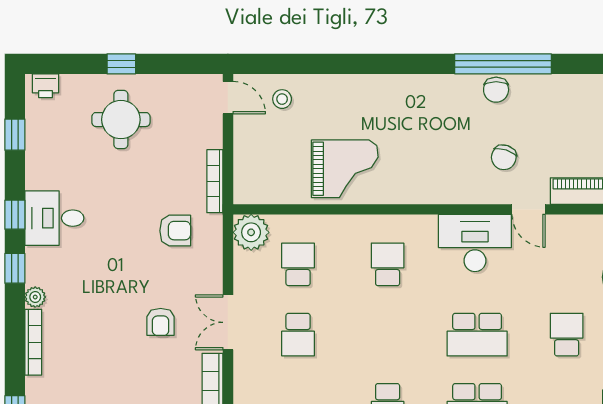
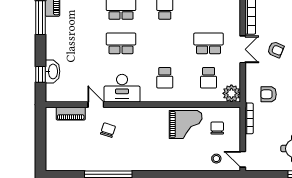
chair: (496, 90) -> (217, 128), moved
grand piano: (345, 169) -> (186, 124), turned 180
armchair: (161, 322) -> (276, 50), turned 113
school desk: (298, 335) -> (209, 43), width x1.85
school desk: (567, 335) -> (77, 43), removed

